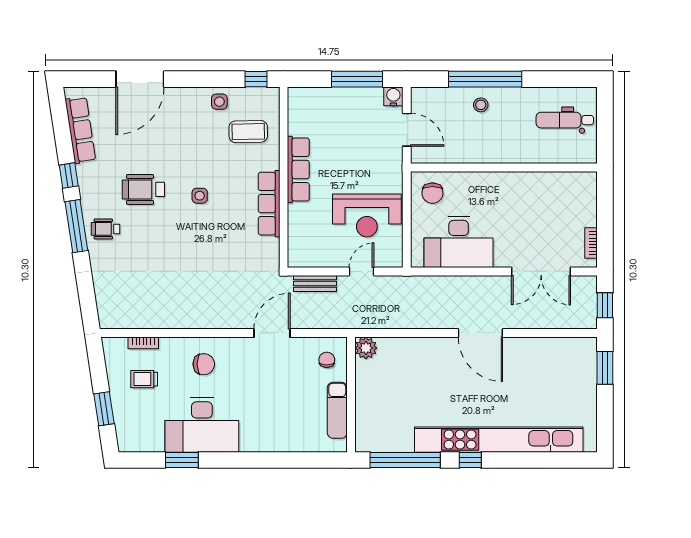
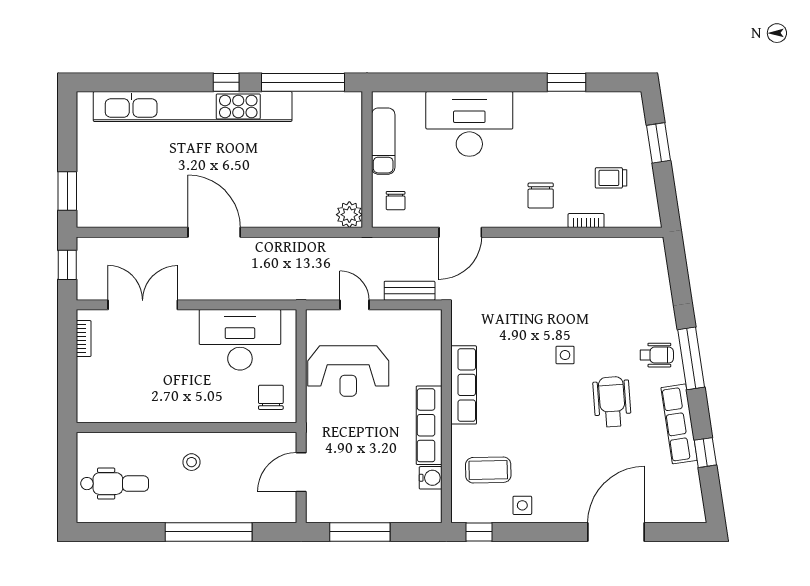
water cooler: (393, 96) -> (431, 478), moved, turned -90
stool: (481, 105) -> (192, 462), moved
row of seats: (80, 130) -> (679, 424), moved
door: (407, 130) -> (301, 472), hinge flipped
window: (69, 176) -> (705, 453), moved
wheelchair: (143, 189) -> (612, 402), turned -94
side table: (200, 196) -> (565, 355), moved
reception desk: (367, 215) -> (348, 371), turned 180
door: (362, 271) -> (355, 305), swing flipped
bookcase: (143, 343) -> (586, 221), moved
chair: (204, 364) -> (541, 195), turned -90
trolley: (144, 379) -> (611, 178), turned 180
desk: (202, 425) -> (469, 124), moved

